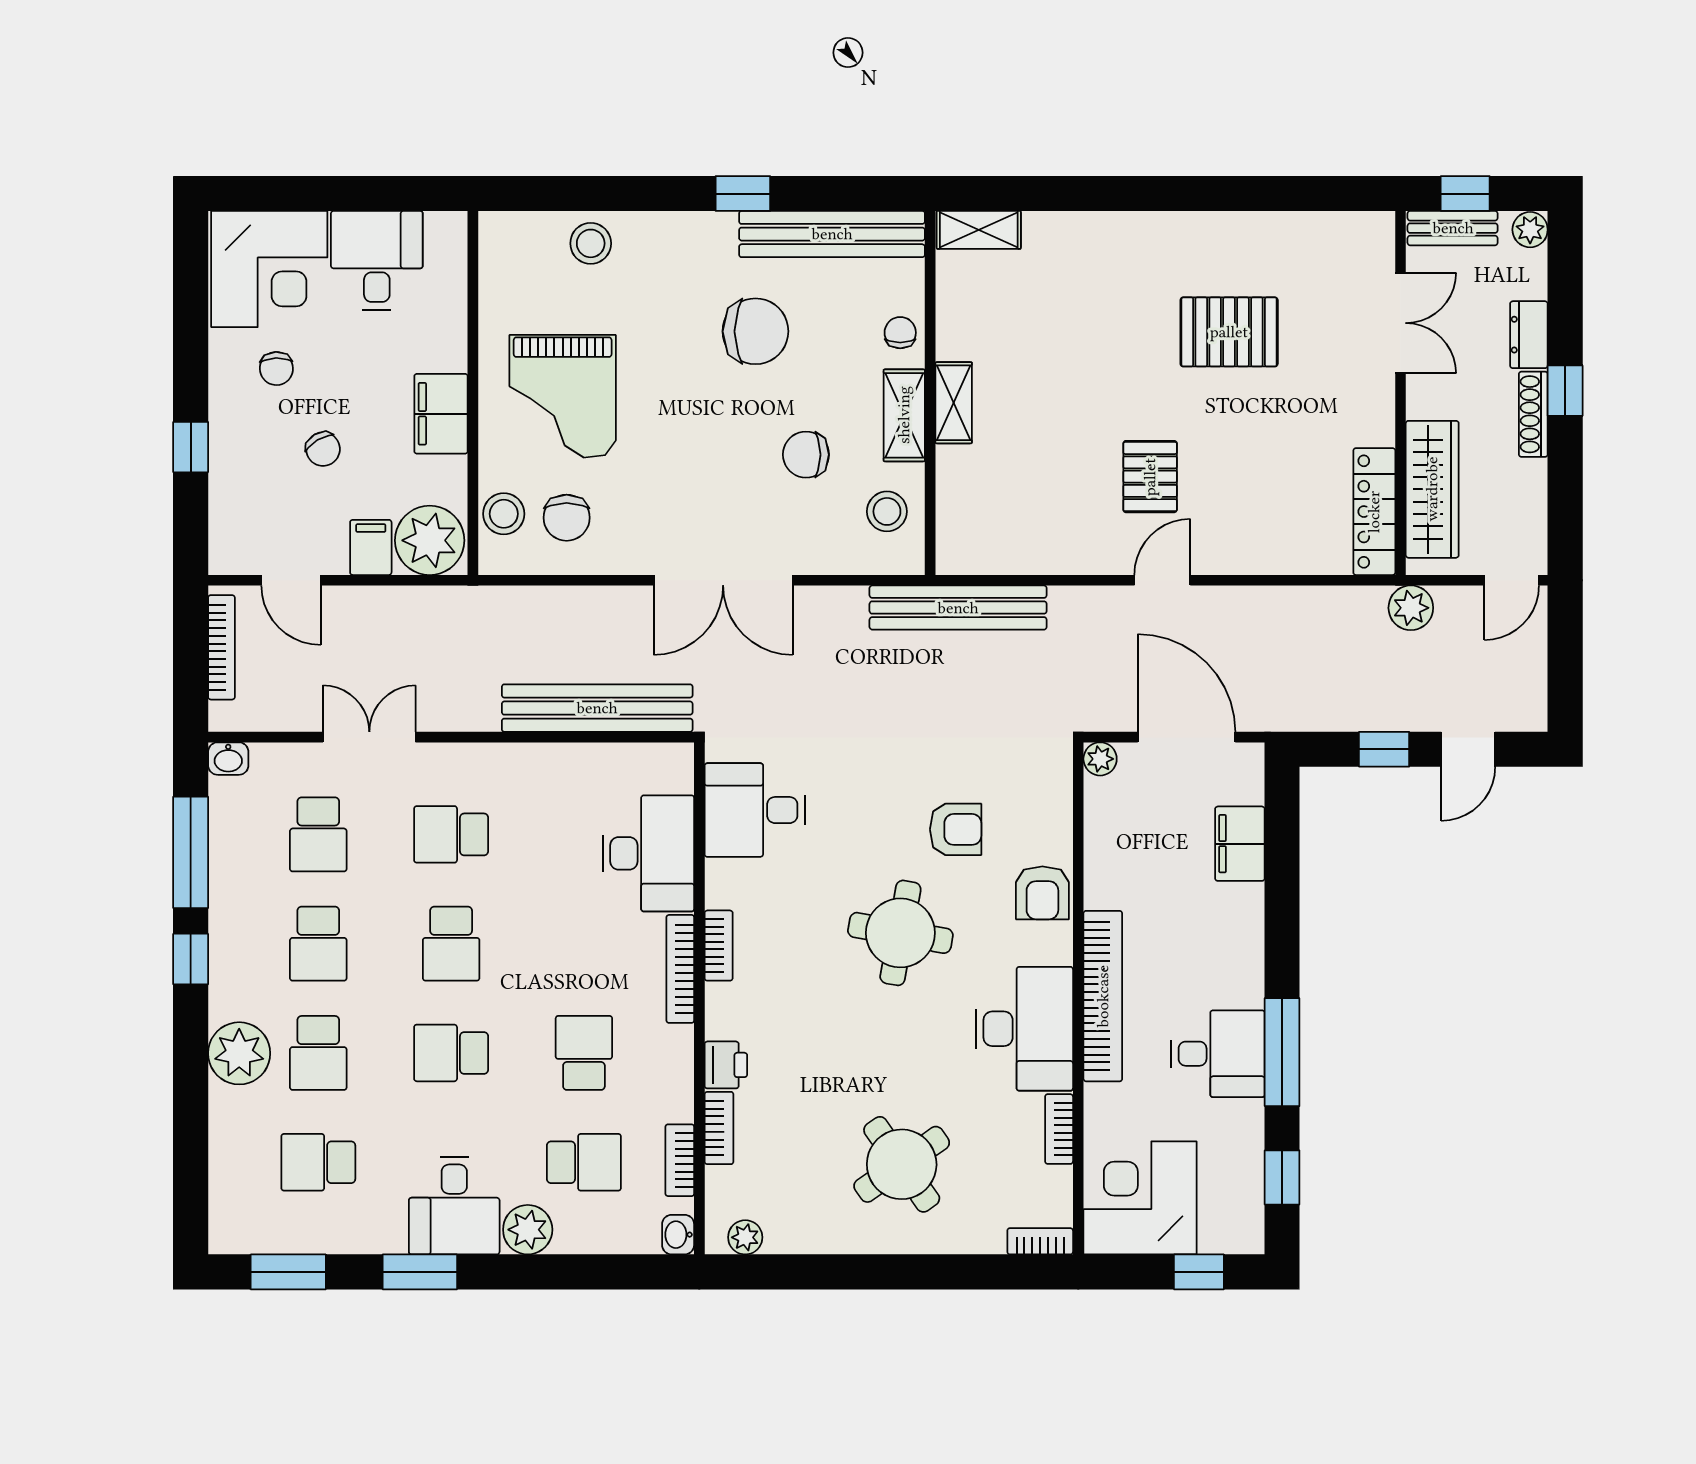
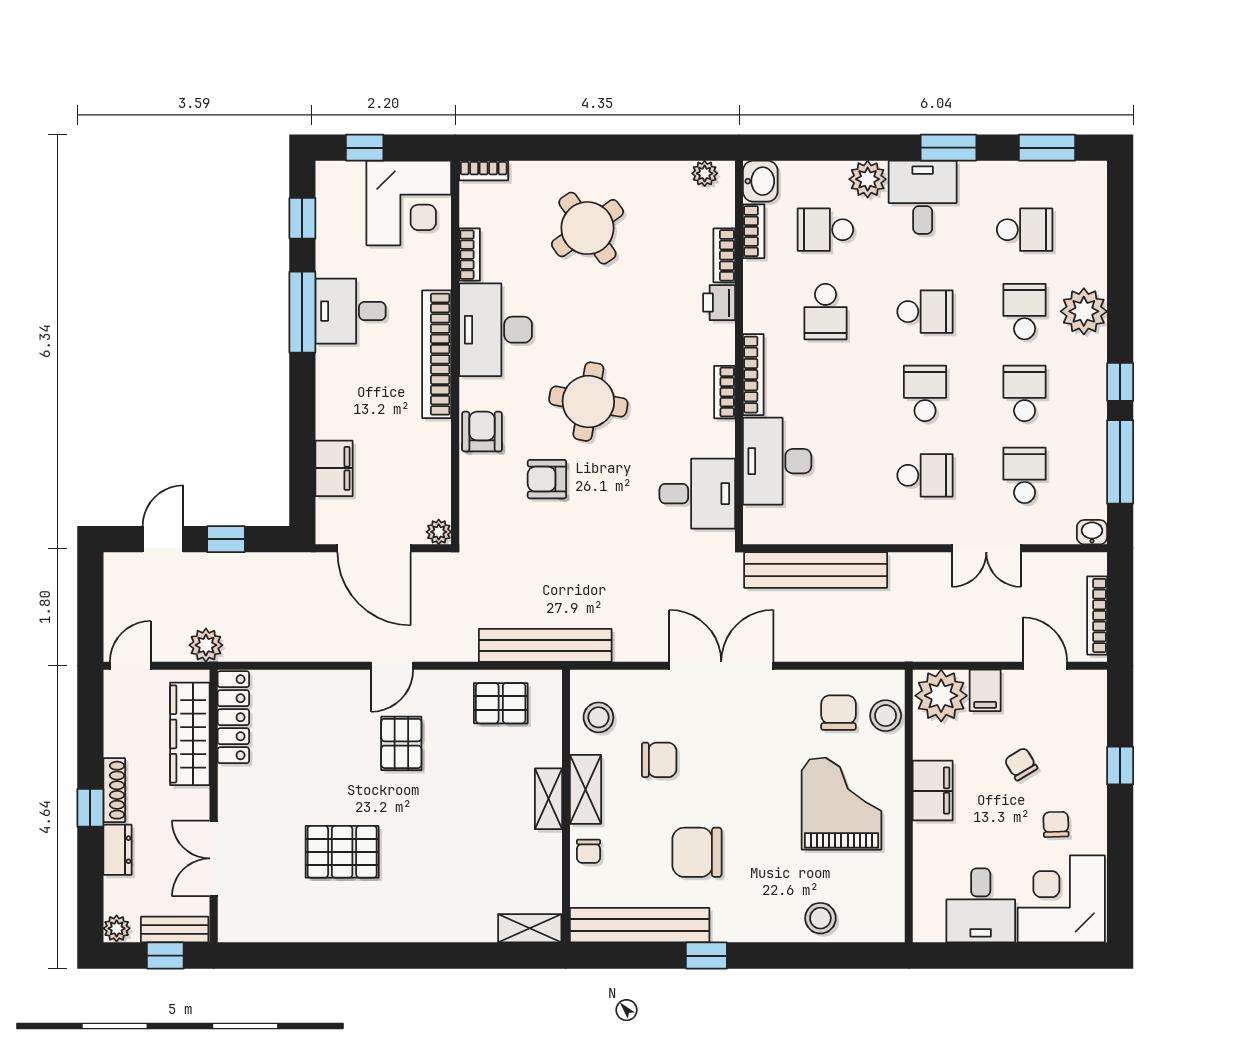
pallet: (1017, 530) -> (501, 703), added
washbasin: (678, 1235) -> (760, 181), width x1.38, depth x1.45

